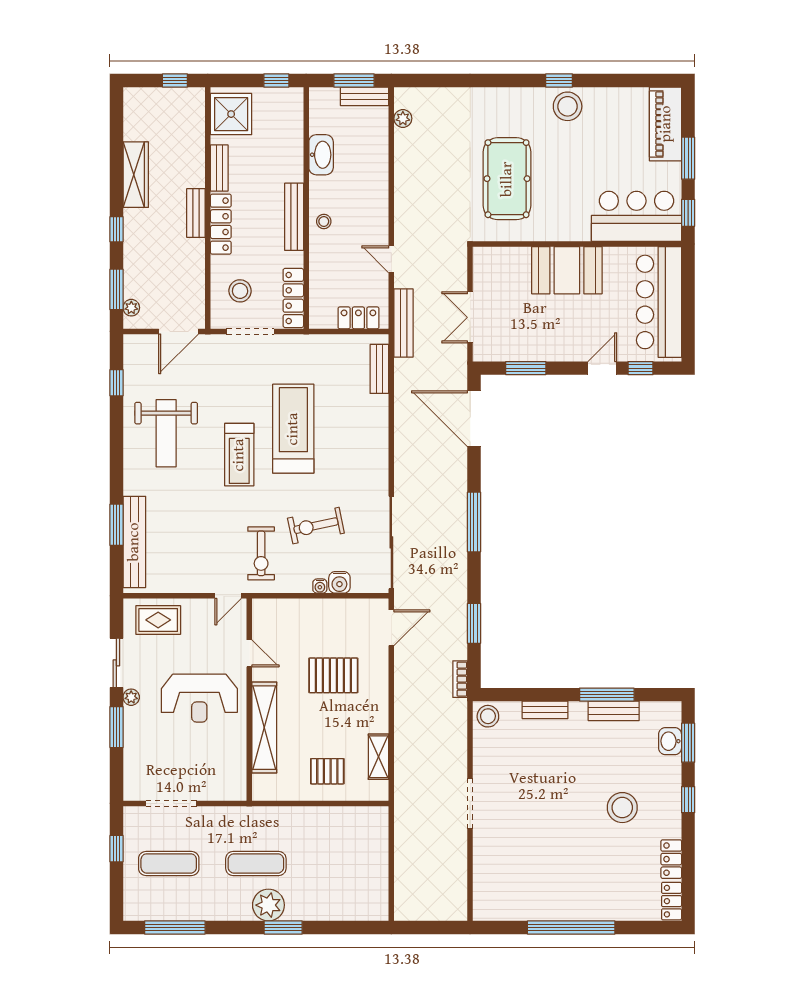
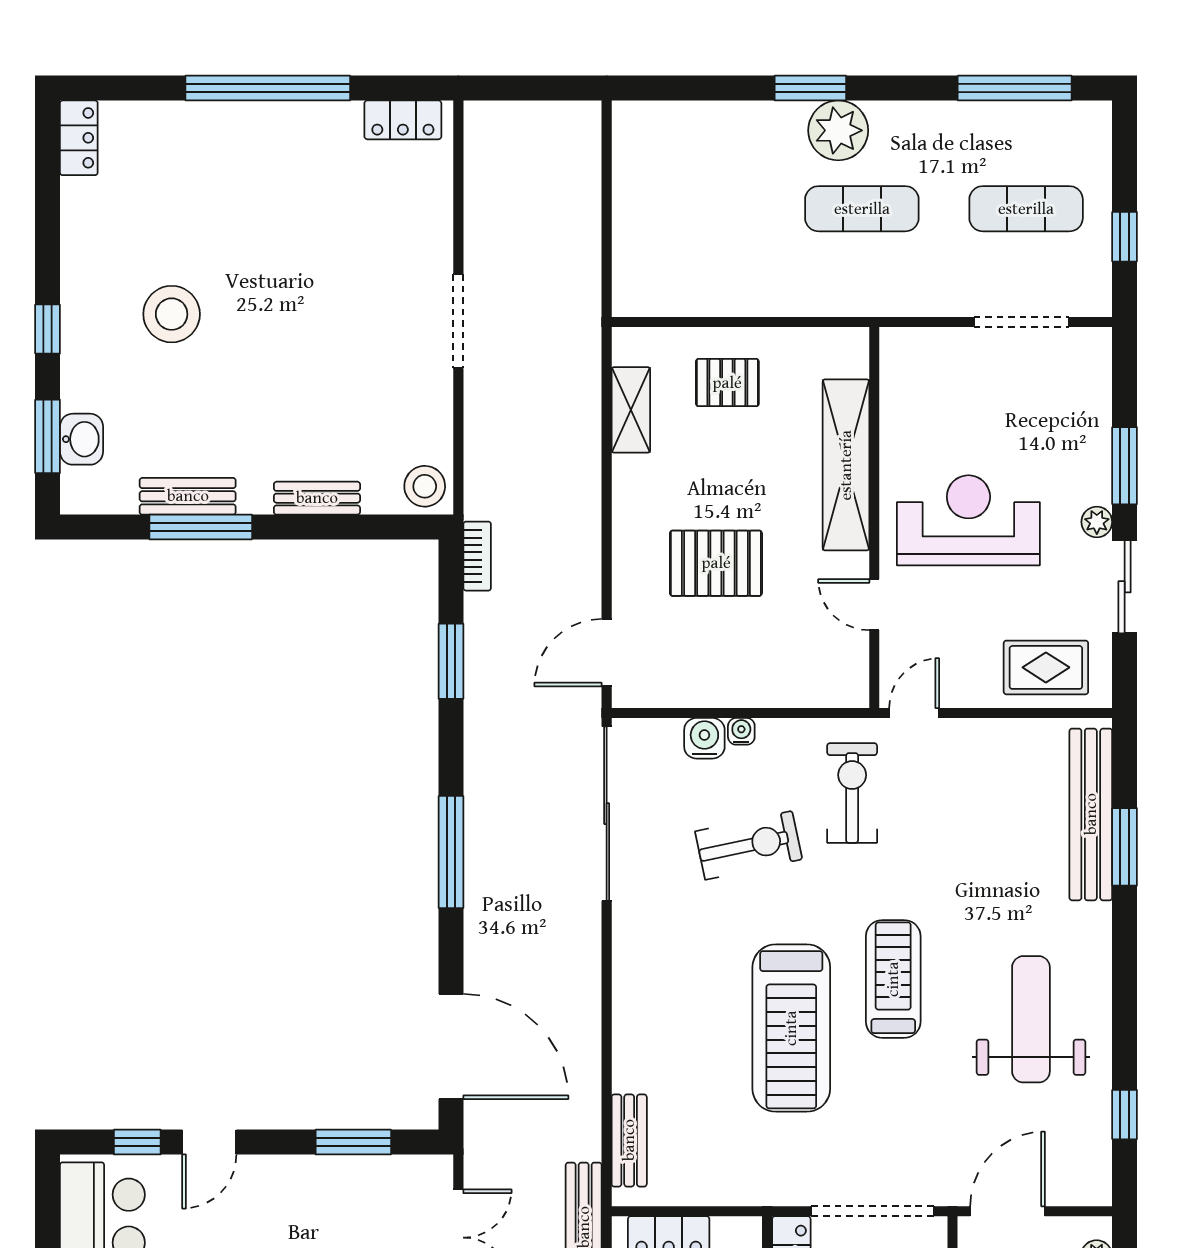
doorway: (250, 331) -> (873, 1211), width x1.36
locker: (671, 859) -> (403, 120), moved, turned 90

